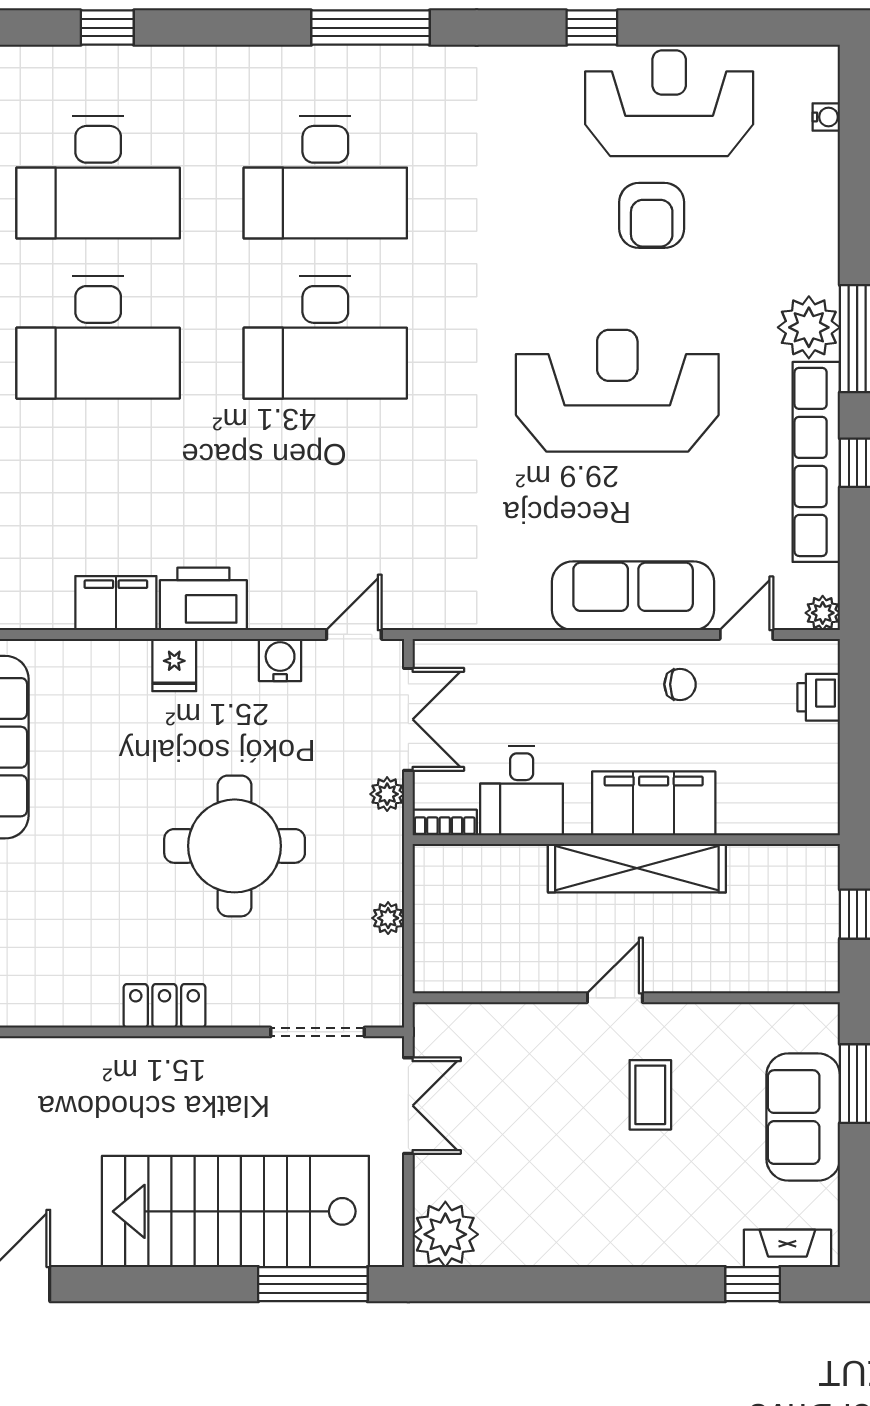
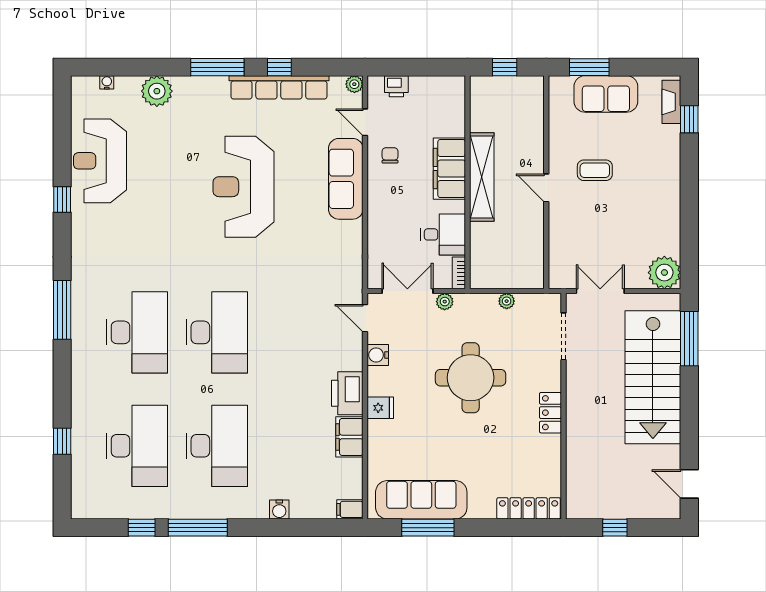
armchair: (652, 215) -> (156, 170), removed
plant: (809, 327) -> (157, 91), moved

